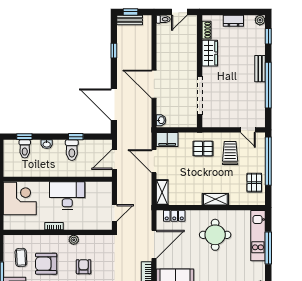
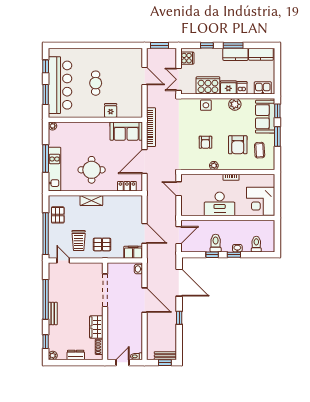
window: (114, 51) -> (179, 318), moved
window: (24, 137) -> (234, 255), moved
shelving: (162, 192) -> (137, 207), removed
door: (115, 213) -> (179, 189), hinge flipped
armchair: (46, 264) -> (238, 145), turned 90

